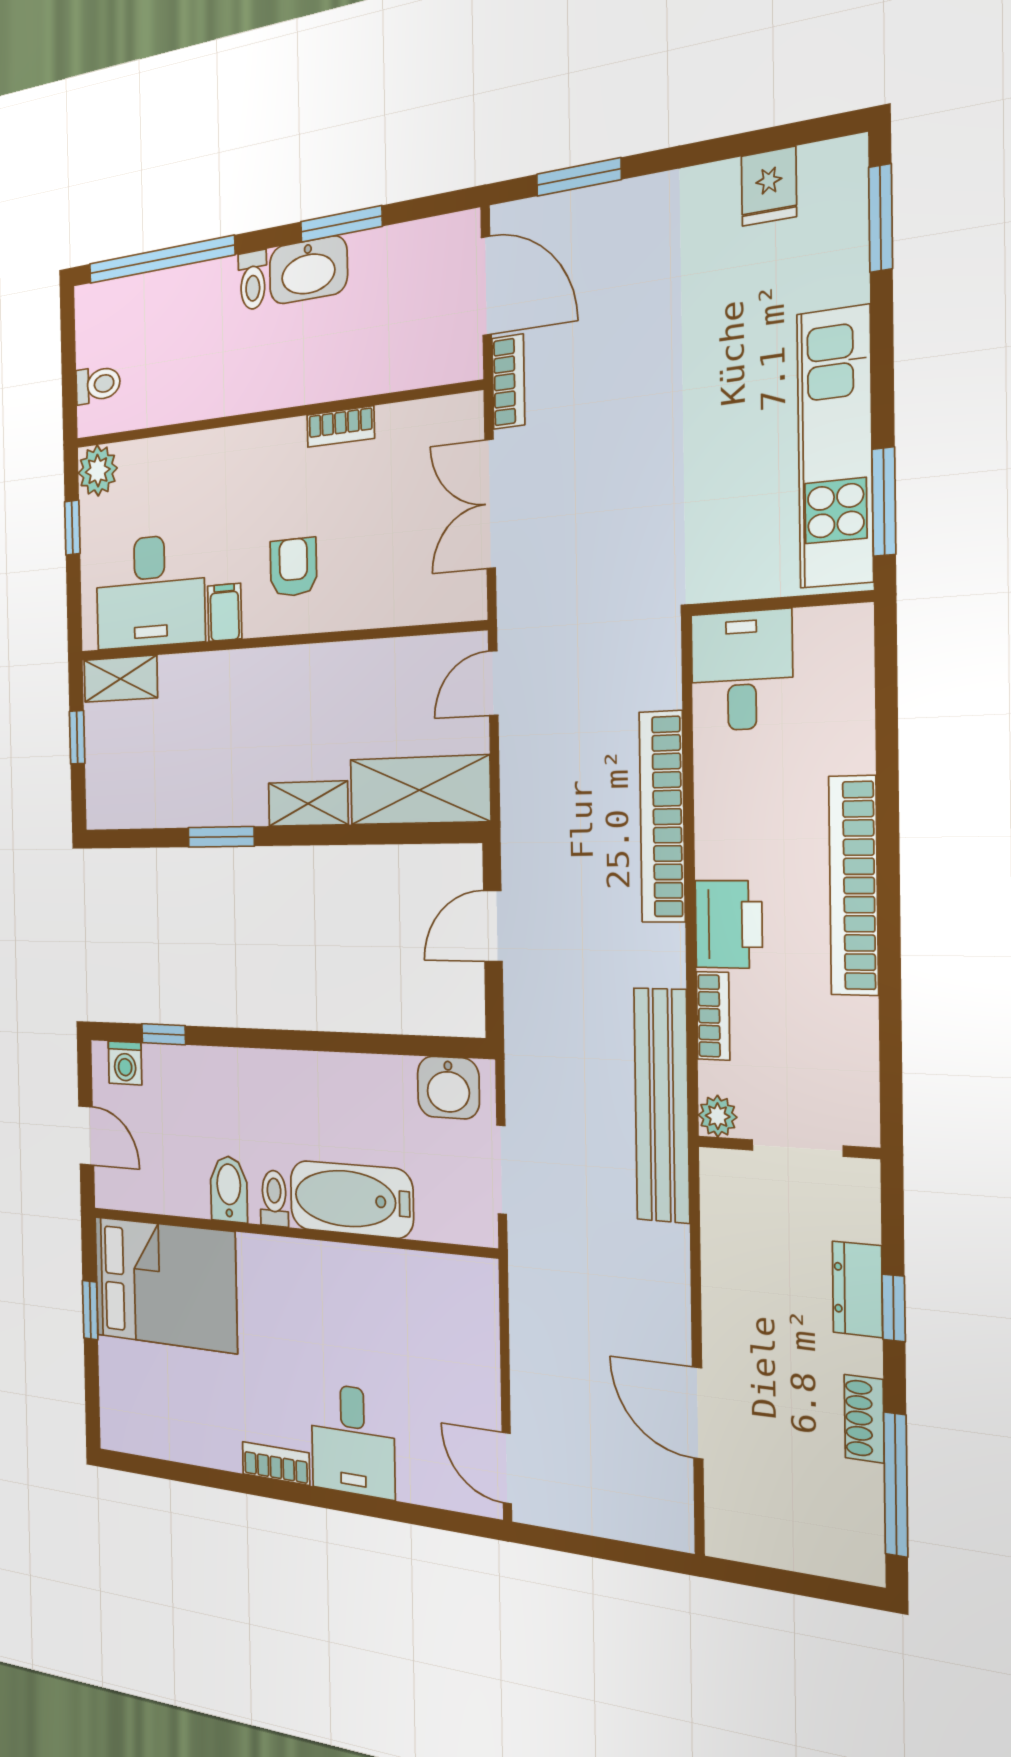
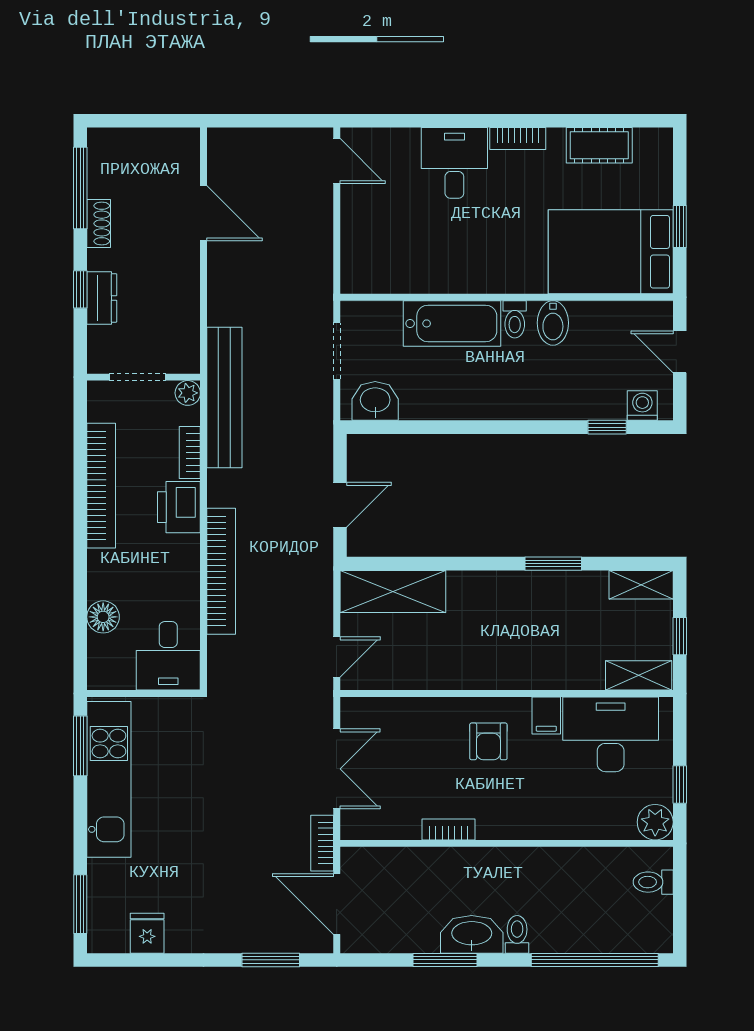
floor lamp: (848, 733) -> (103, 617), added
shelving: (308, 804) -> (641, 585), moved
bookcase: (853, 886) -> (101, 486), moved
cot: (181, 1438) -> (599, 145), added

